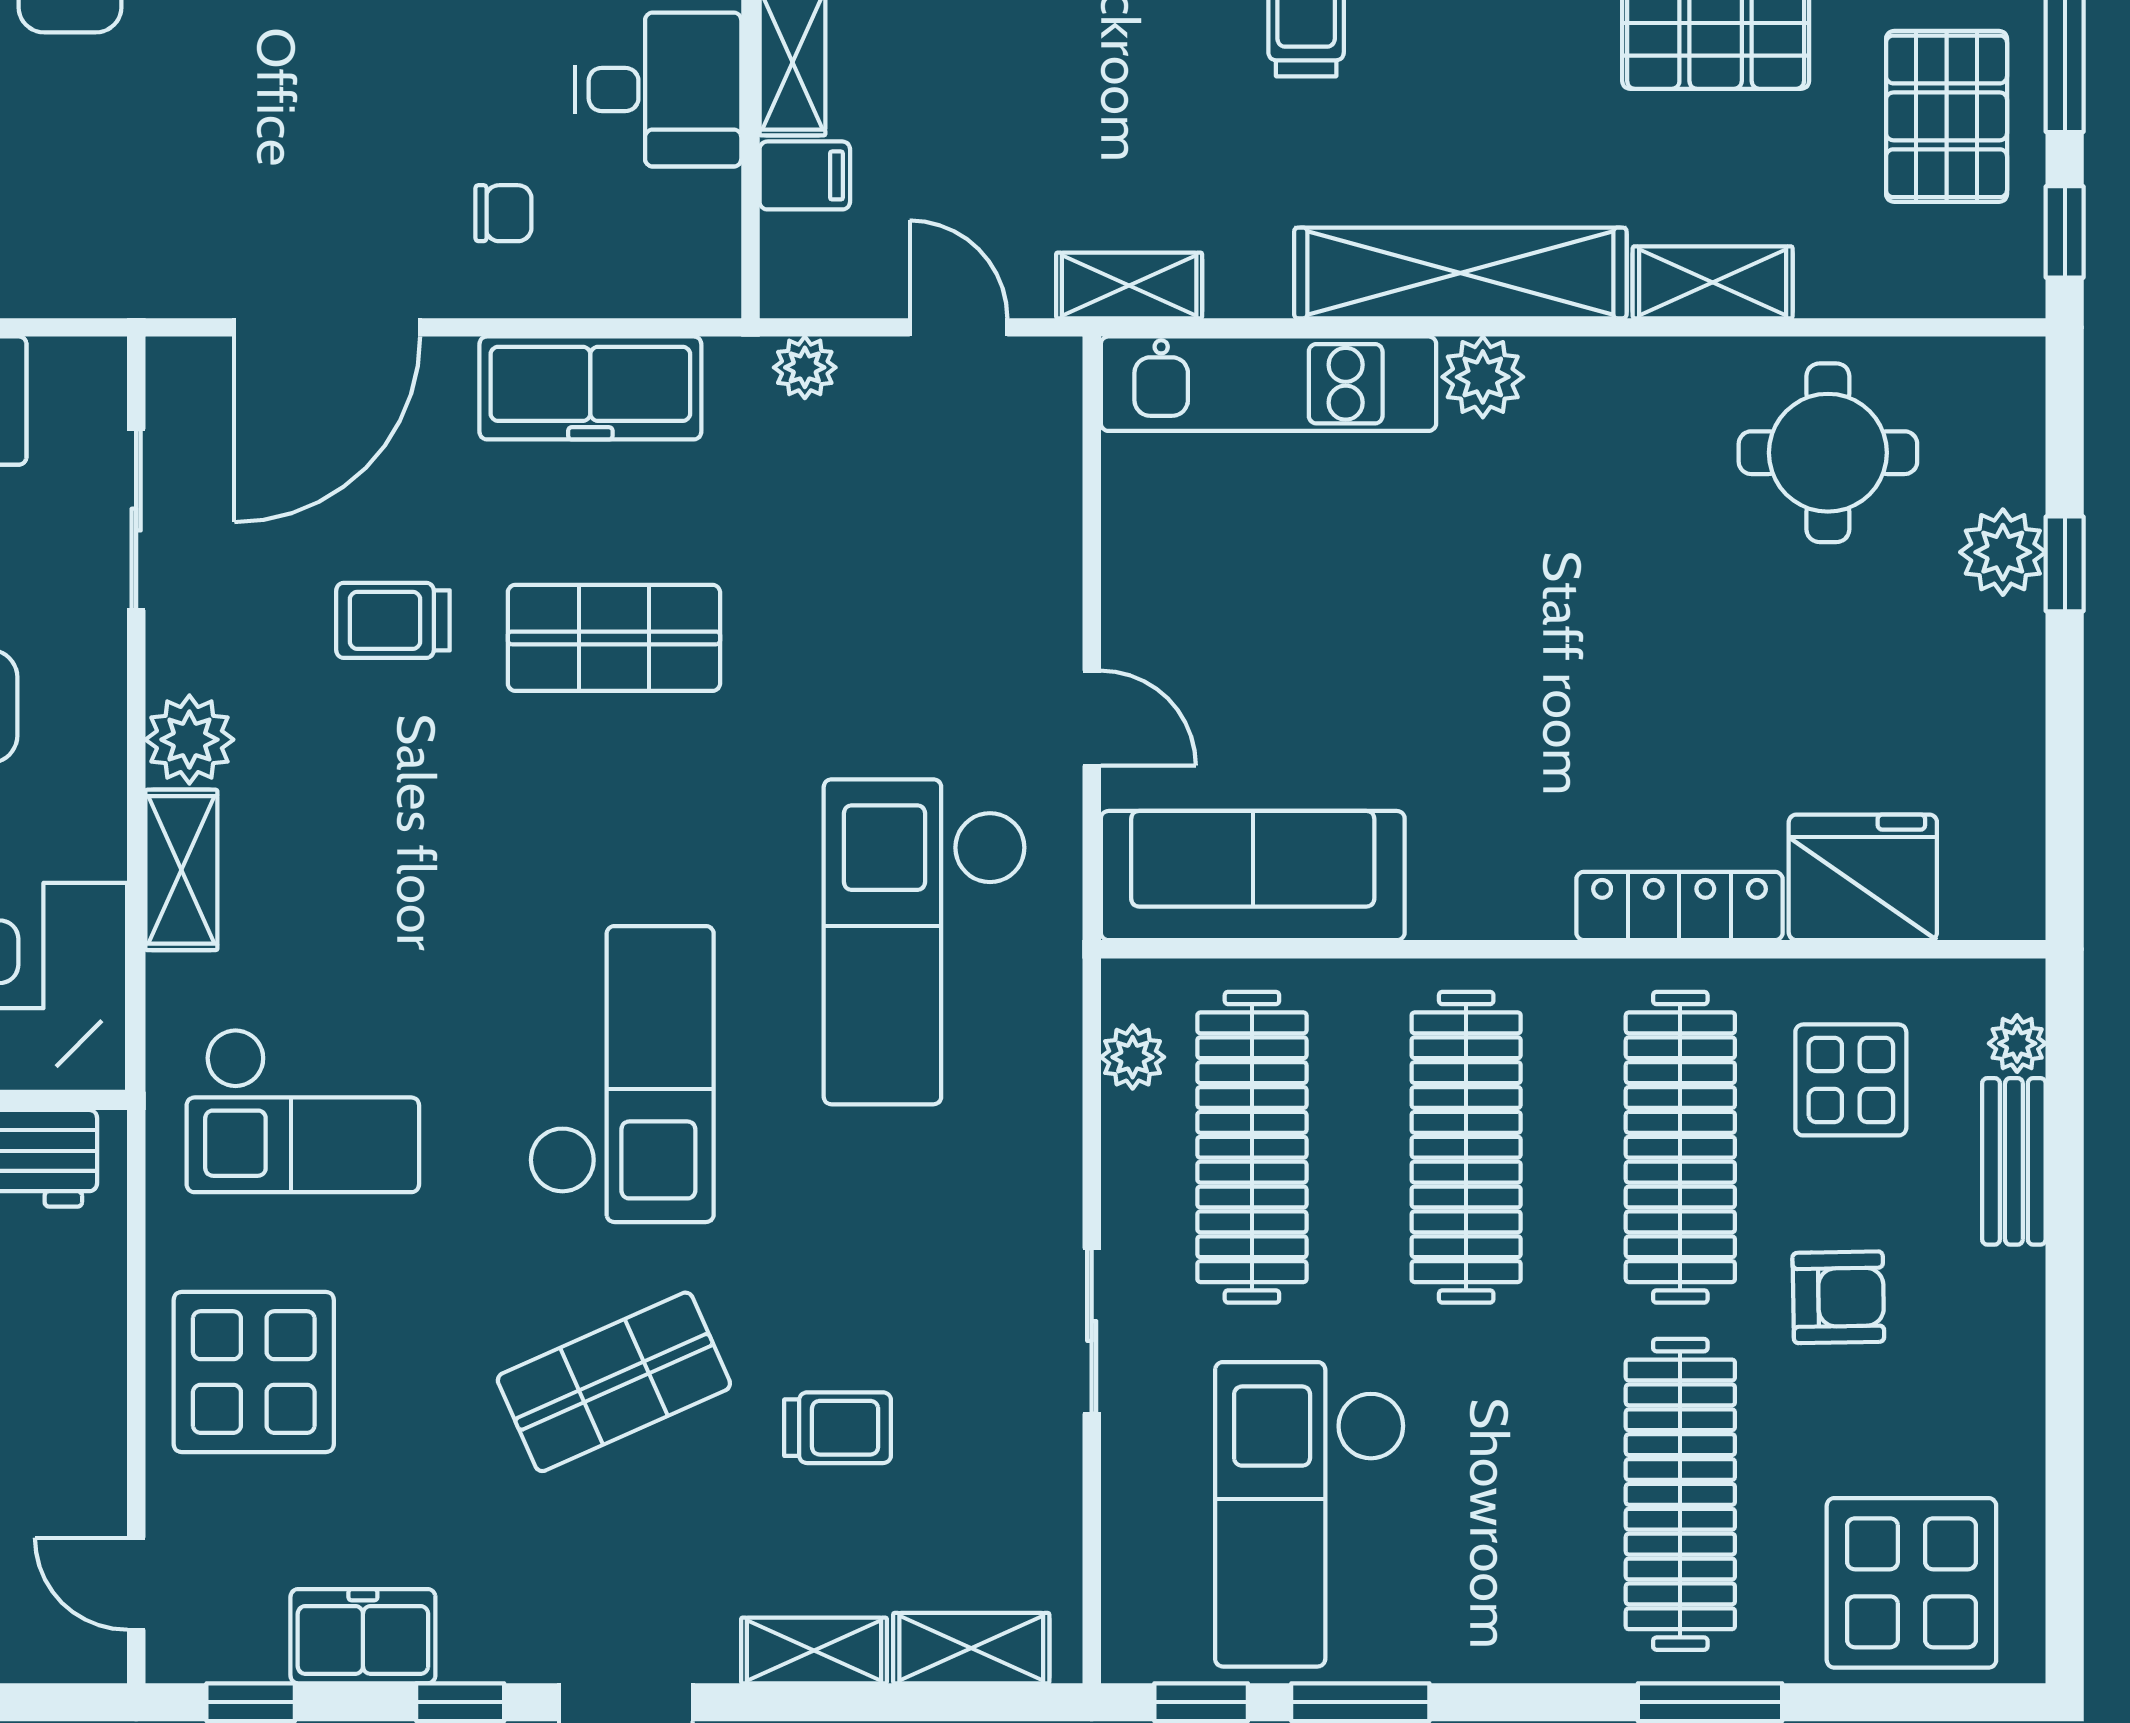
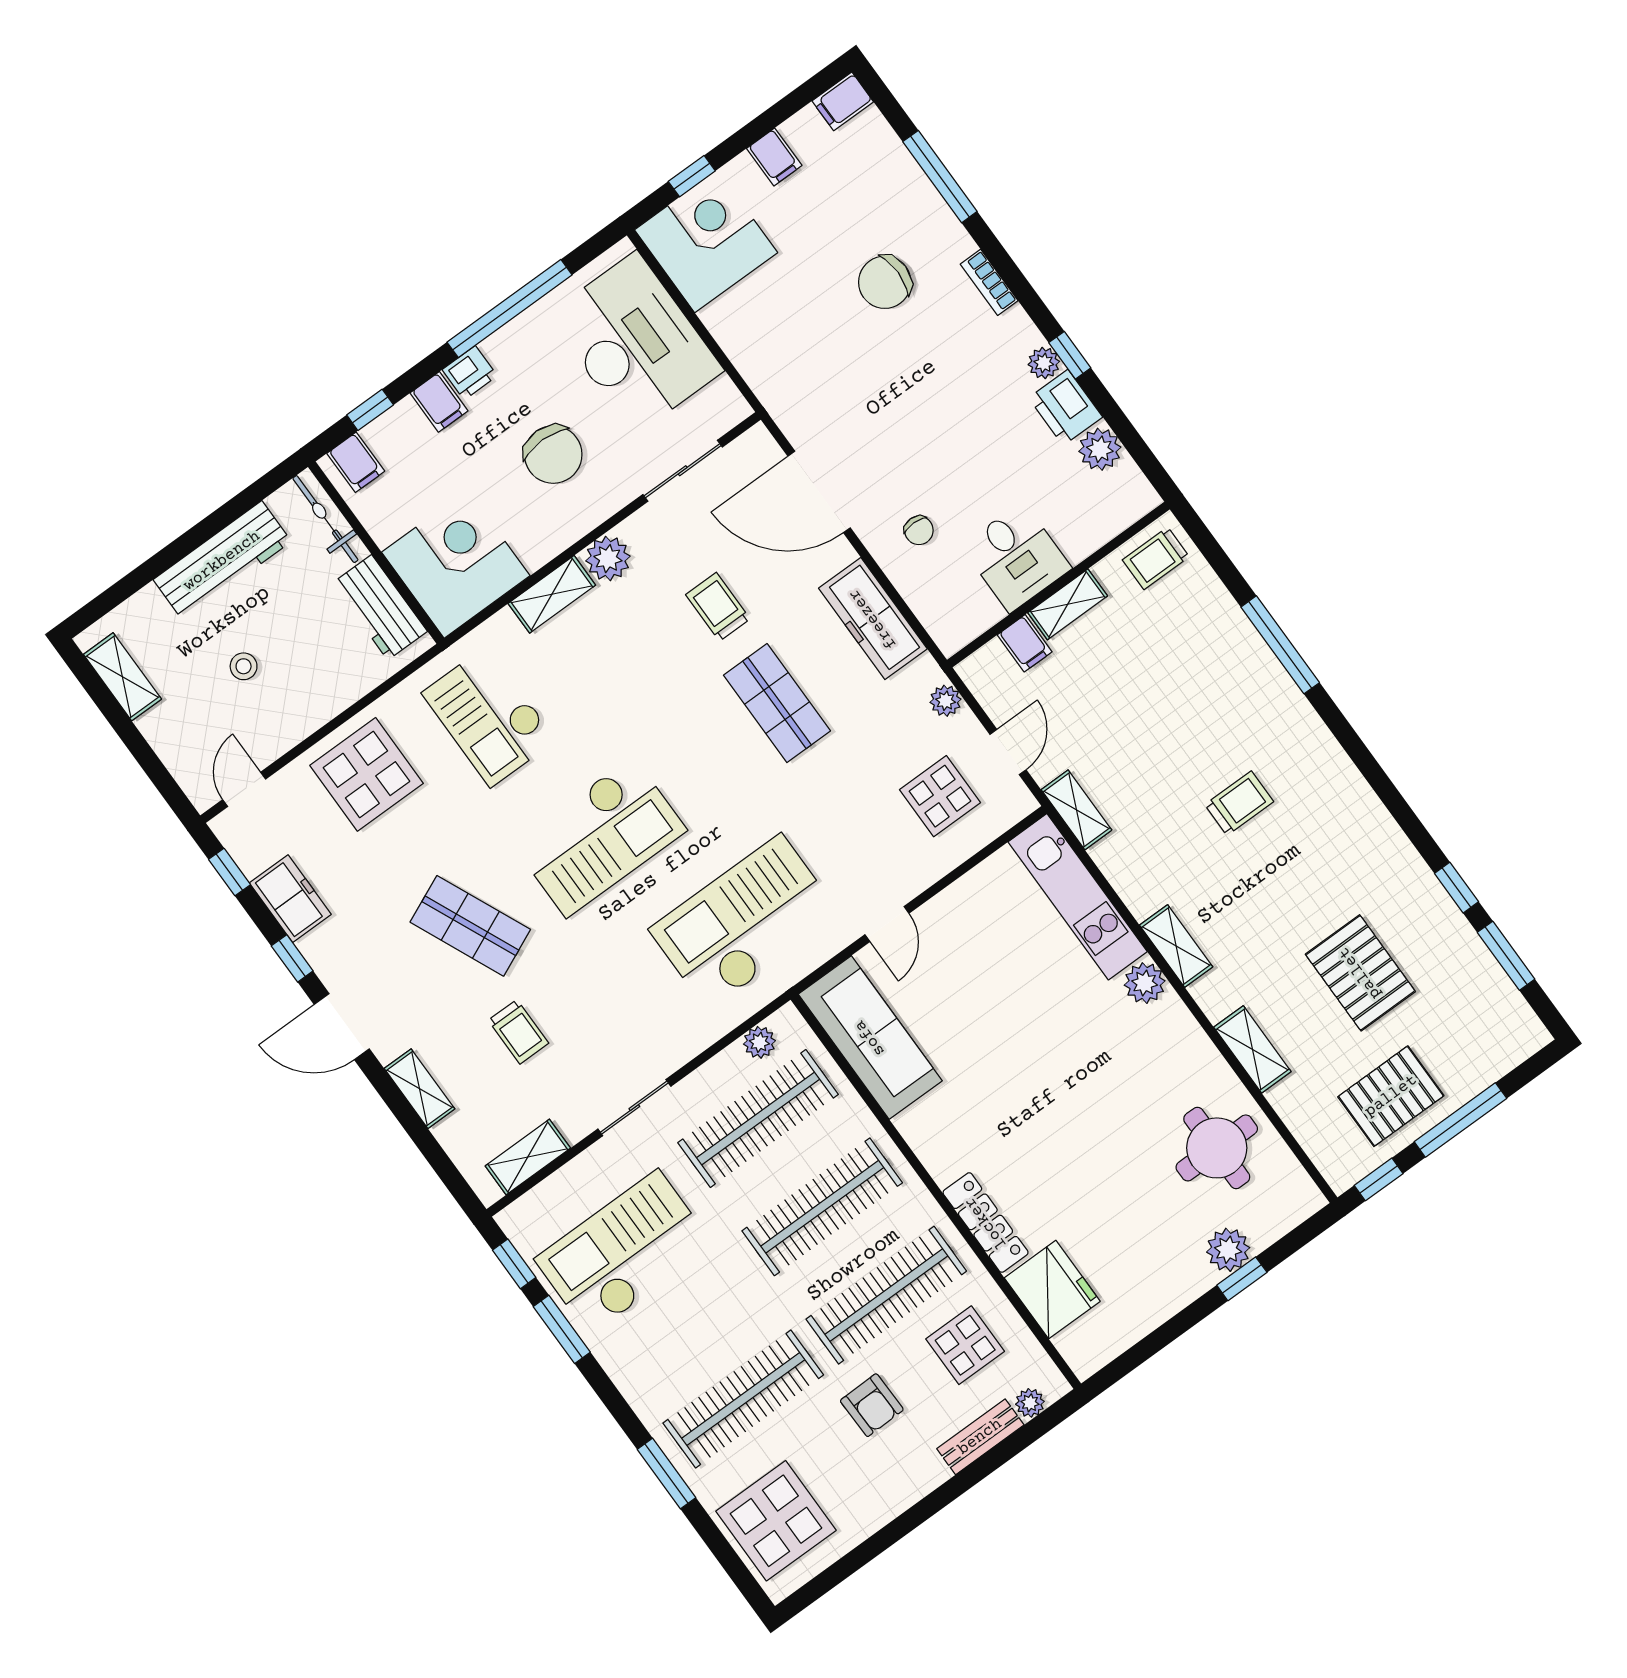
shelving: (1460, 273) -> (1176, 946), width x0.45, depth x0.75
display table: (950, 486) -> (940, 796), added
shelving: (971, 1648) -> (528, 1157), moved, turned 90

